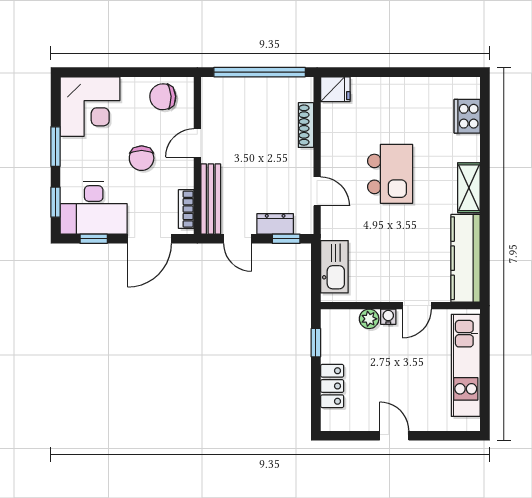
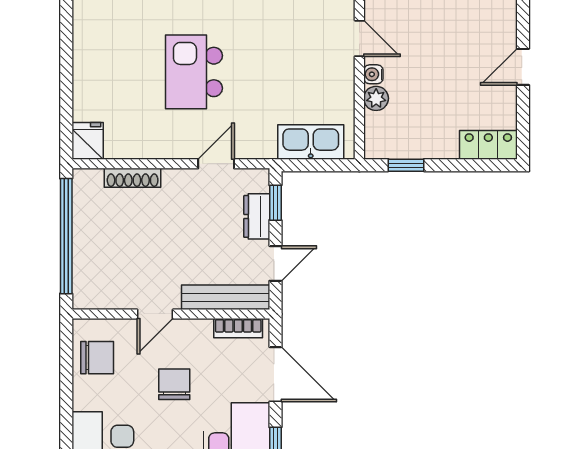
chair: (163, 97) -> (97, 358), turned -87
door: (197, 143) -> (155, 314), hinge flipped
chair: (142, 158) -> (174, 384), turned -90
kitchen island: (390, 174) -> (194, 72), turned -90
locker: (332, 386) -> (488, 145), moved

